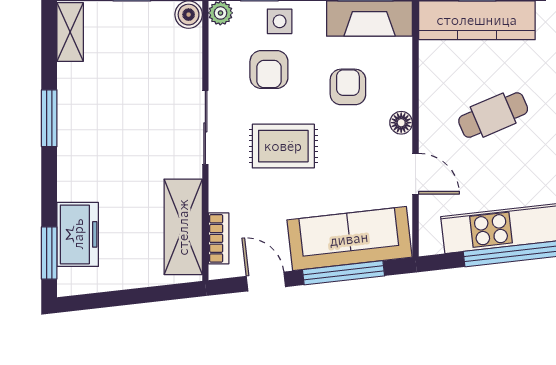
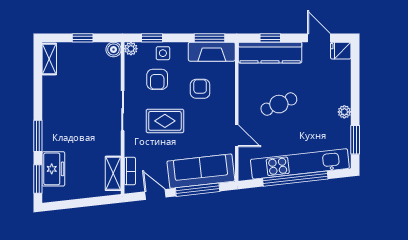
window: (49, 118) -> (38, 136), moved
floor lamp: (401, 123) -> (229, 108), removed
shelving: (183, 227) -> (113, 173), width x0.67, depth x0.75

